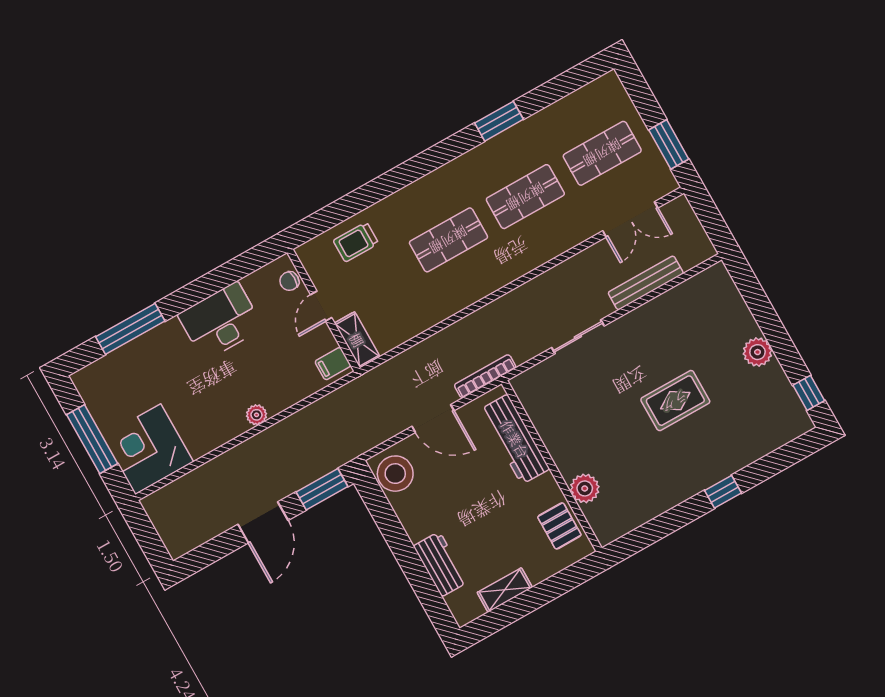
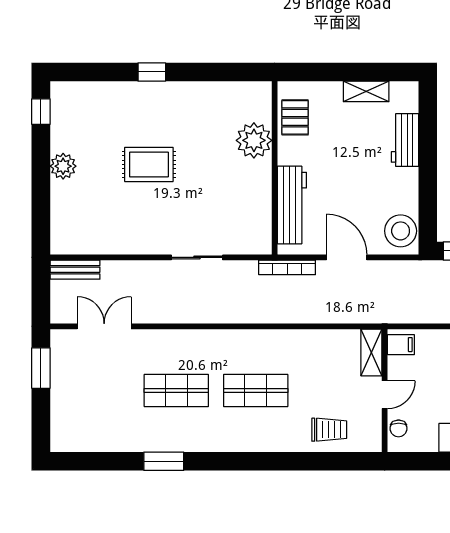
shop shelf: (602, 153) -> (97, 391), removed
chair: (289, 281) -> (399, 428), turned 90
bench: (646, 283) -> (75, 270), moved, width x0.73
plant: (585, 488) -> (254, 140), width x1.36, depth x1.36

